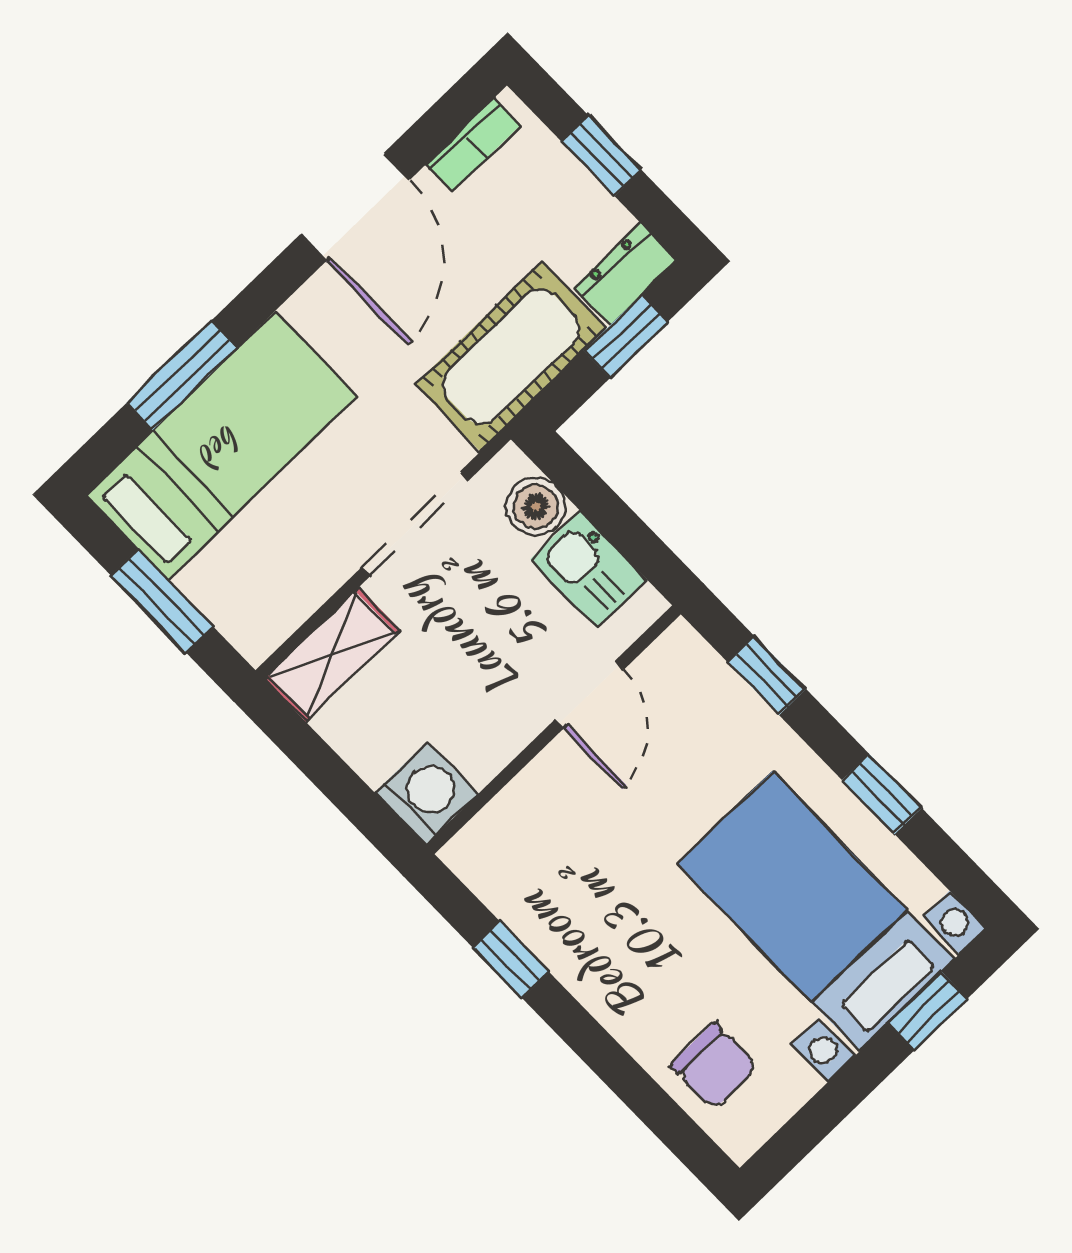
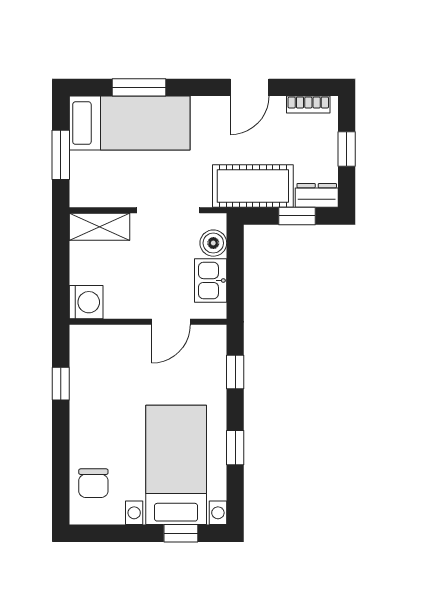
door: (355, 207) -> (250, 87), width x0.73

